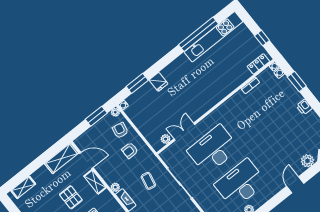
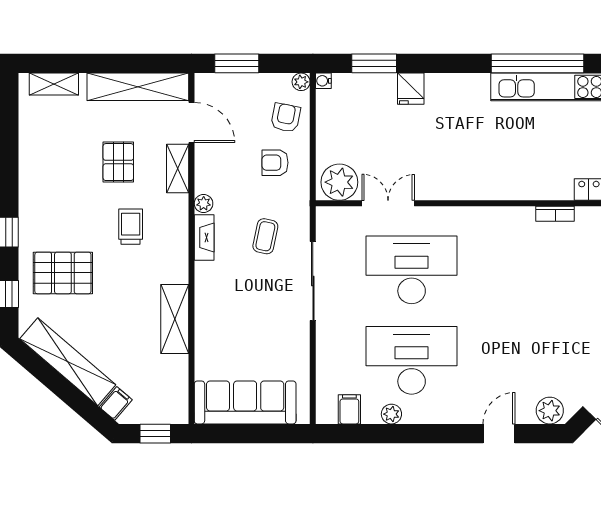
window: (96, 116) -> (237, 63), moved
plant: (166, 139) -> (339, 182), width x1.88, depth x1.88
shelving: (62, 158) -> (138, 87), width x1.47

